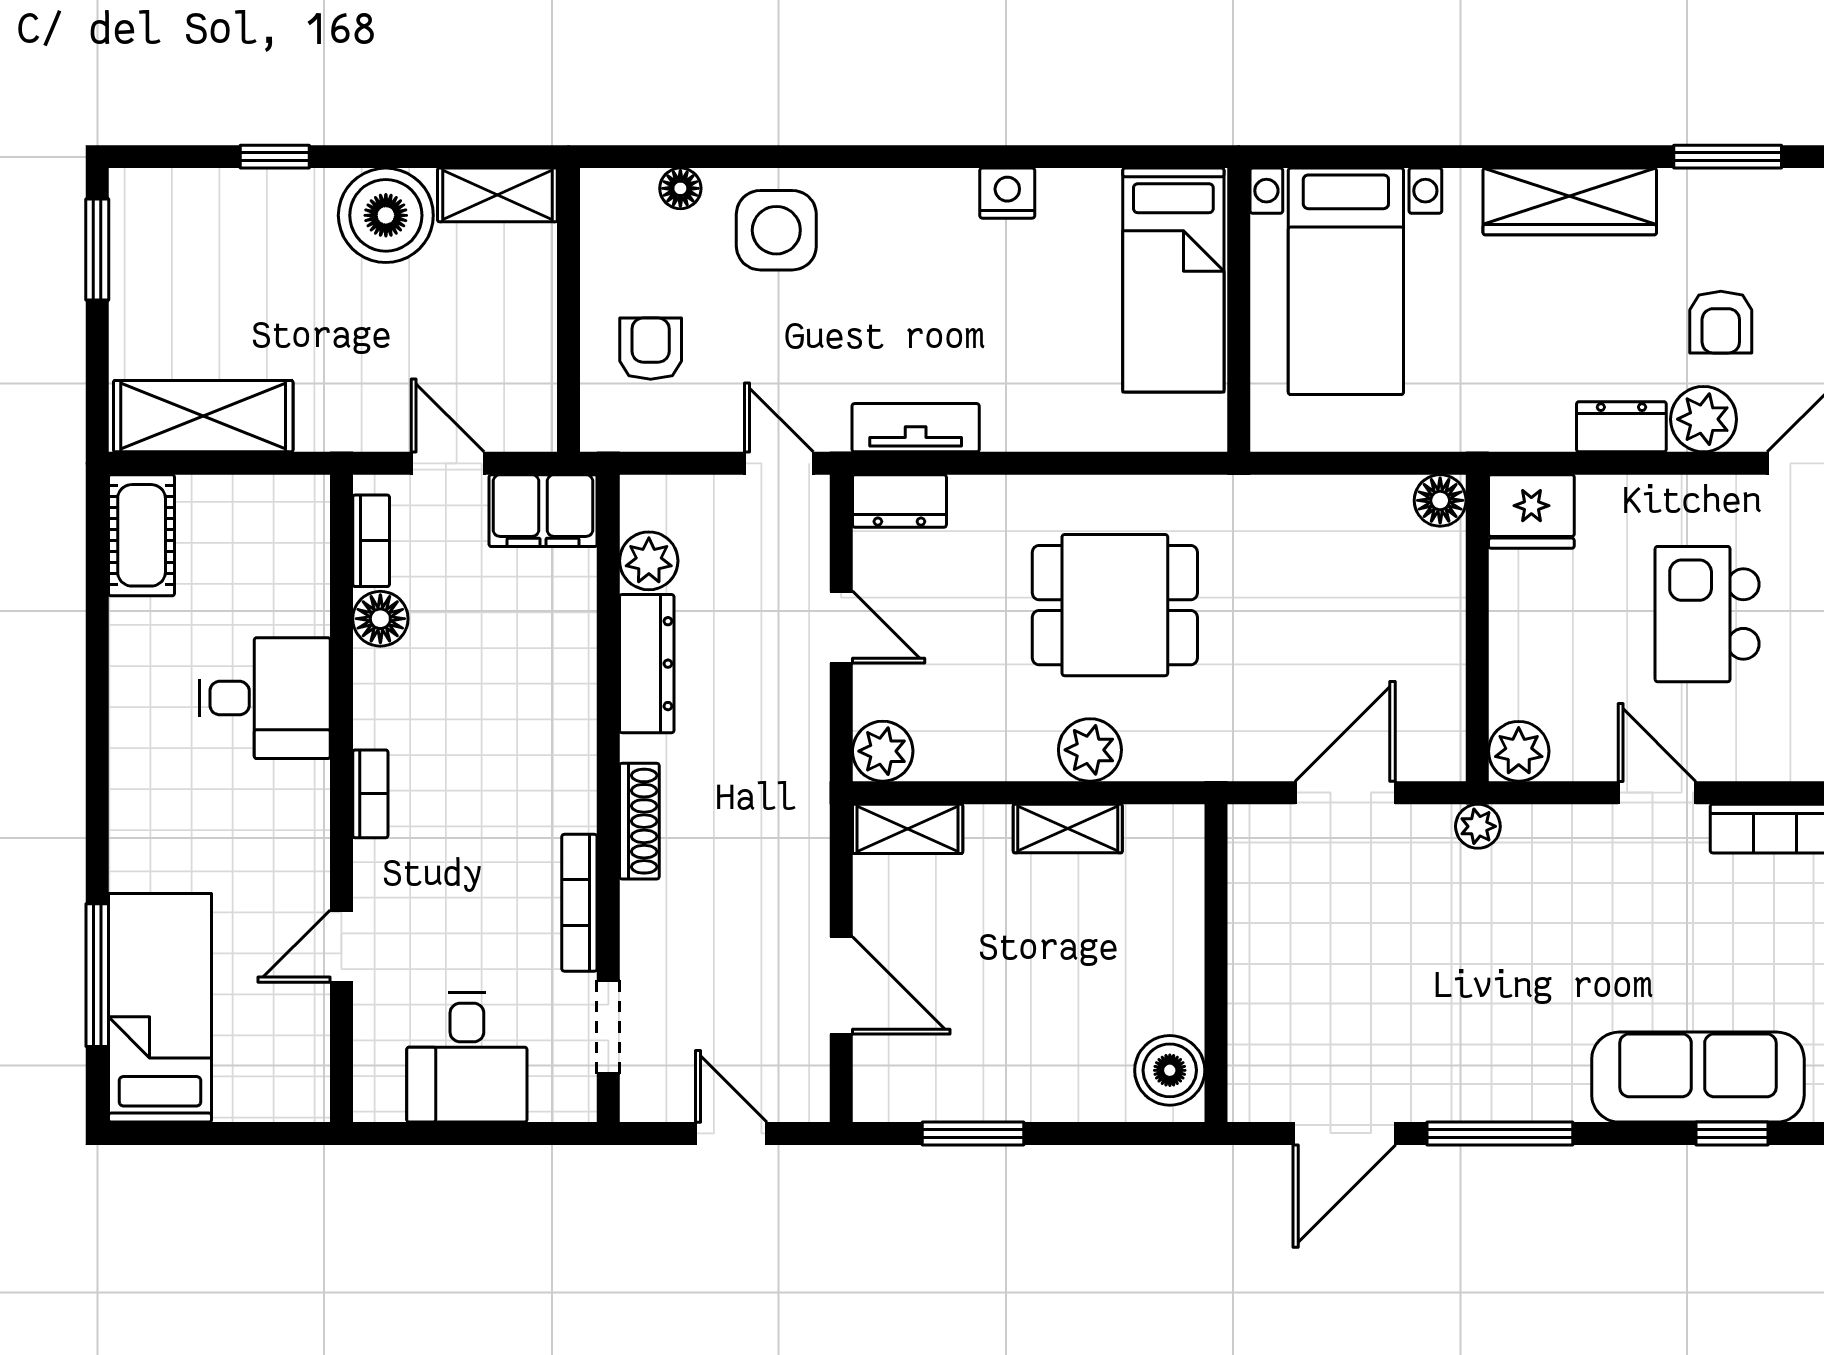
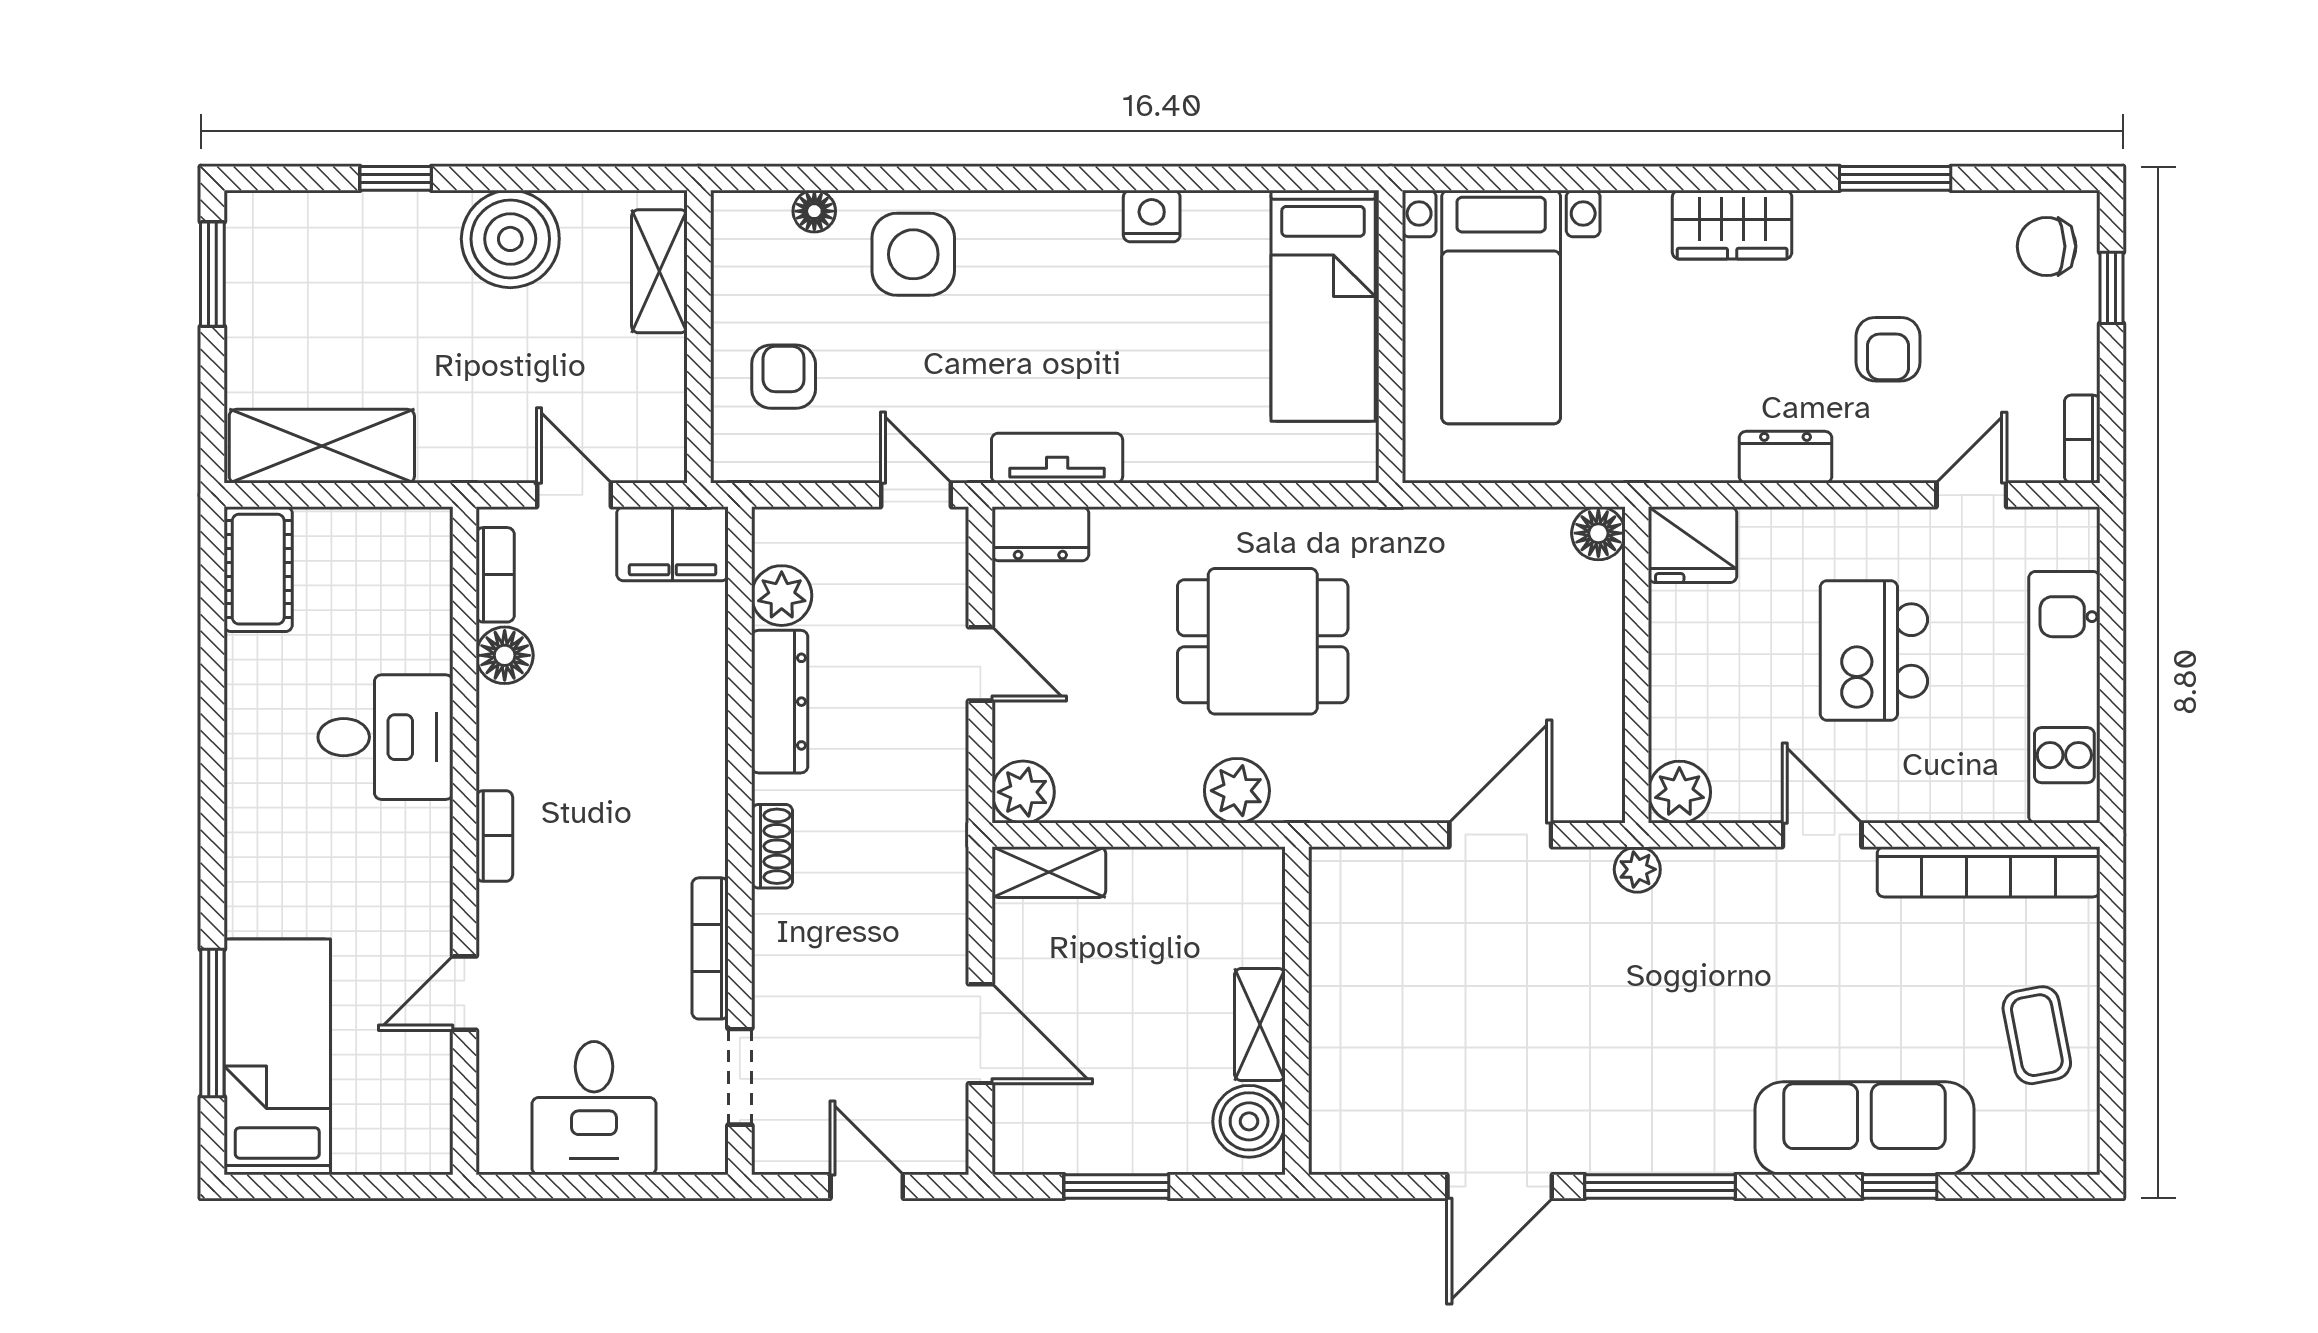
shelving: (497, 195) -> (659, 271), moved, turned 90
wardrobe: (1570, 201) -> (1732, 225), width x0.67
plant: (1704, 419) -> (1870, 449), removed
shoe rack: (639, 821) -> (772, 846), width x0.70
shelving: (1068, 829) -> (1260, 1024), moved, turned 90
wall: (1216, 963) -> (1297, 1011), moved
boiler: (1170, 1070) -> (1249, 1121), moved

